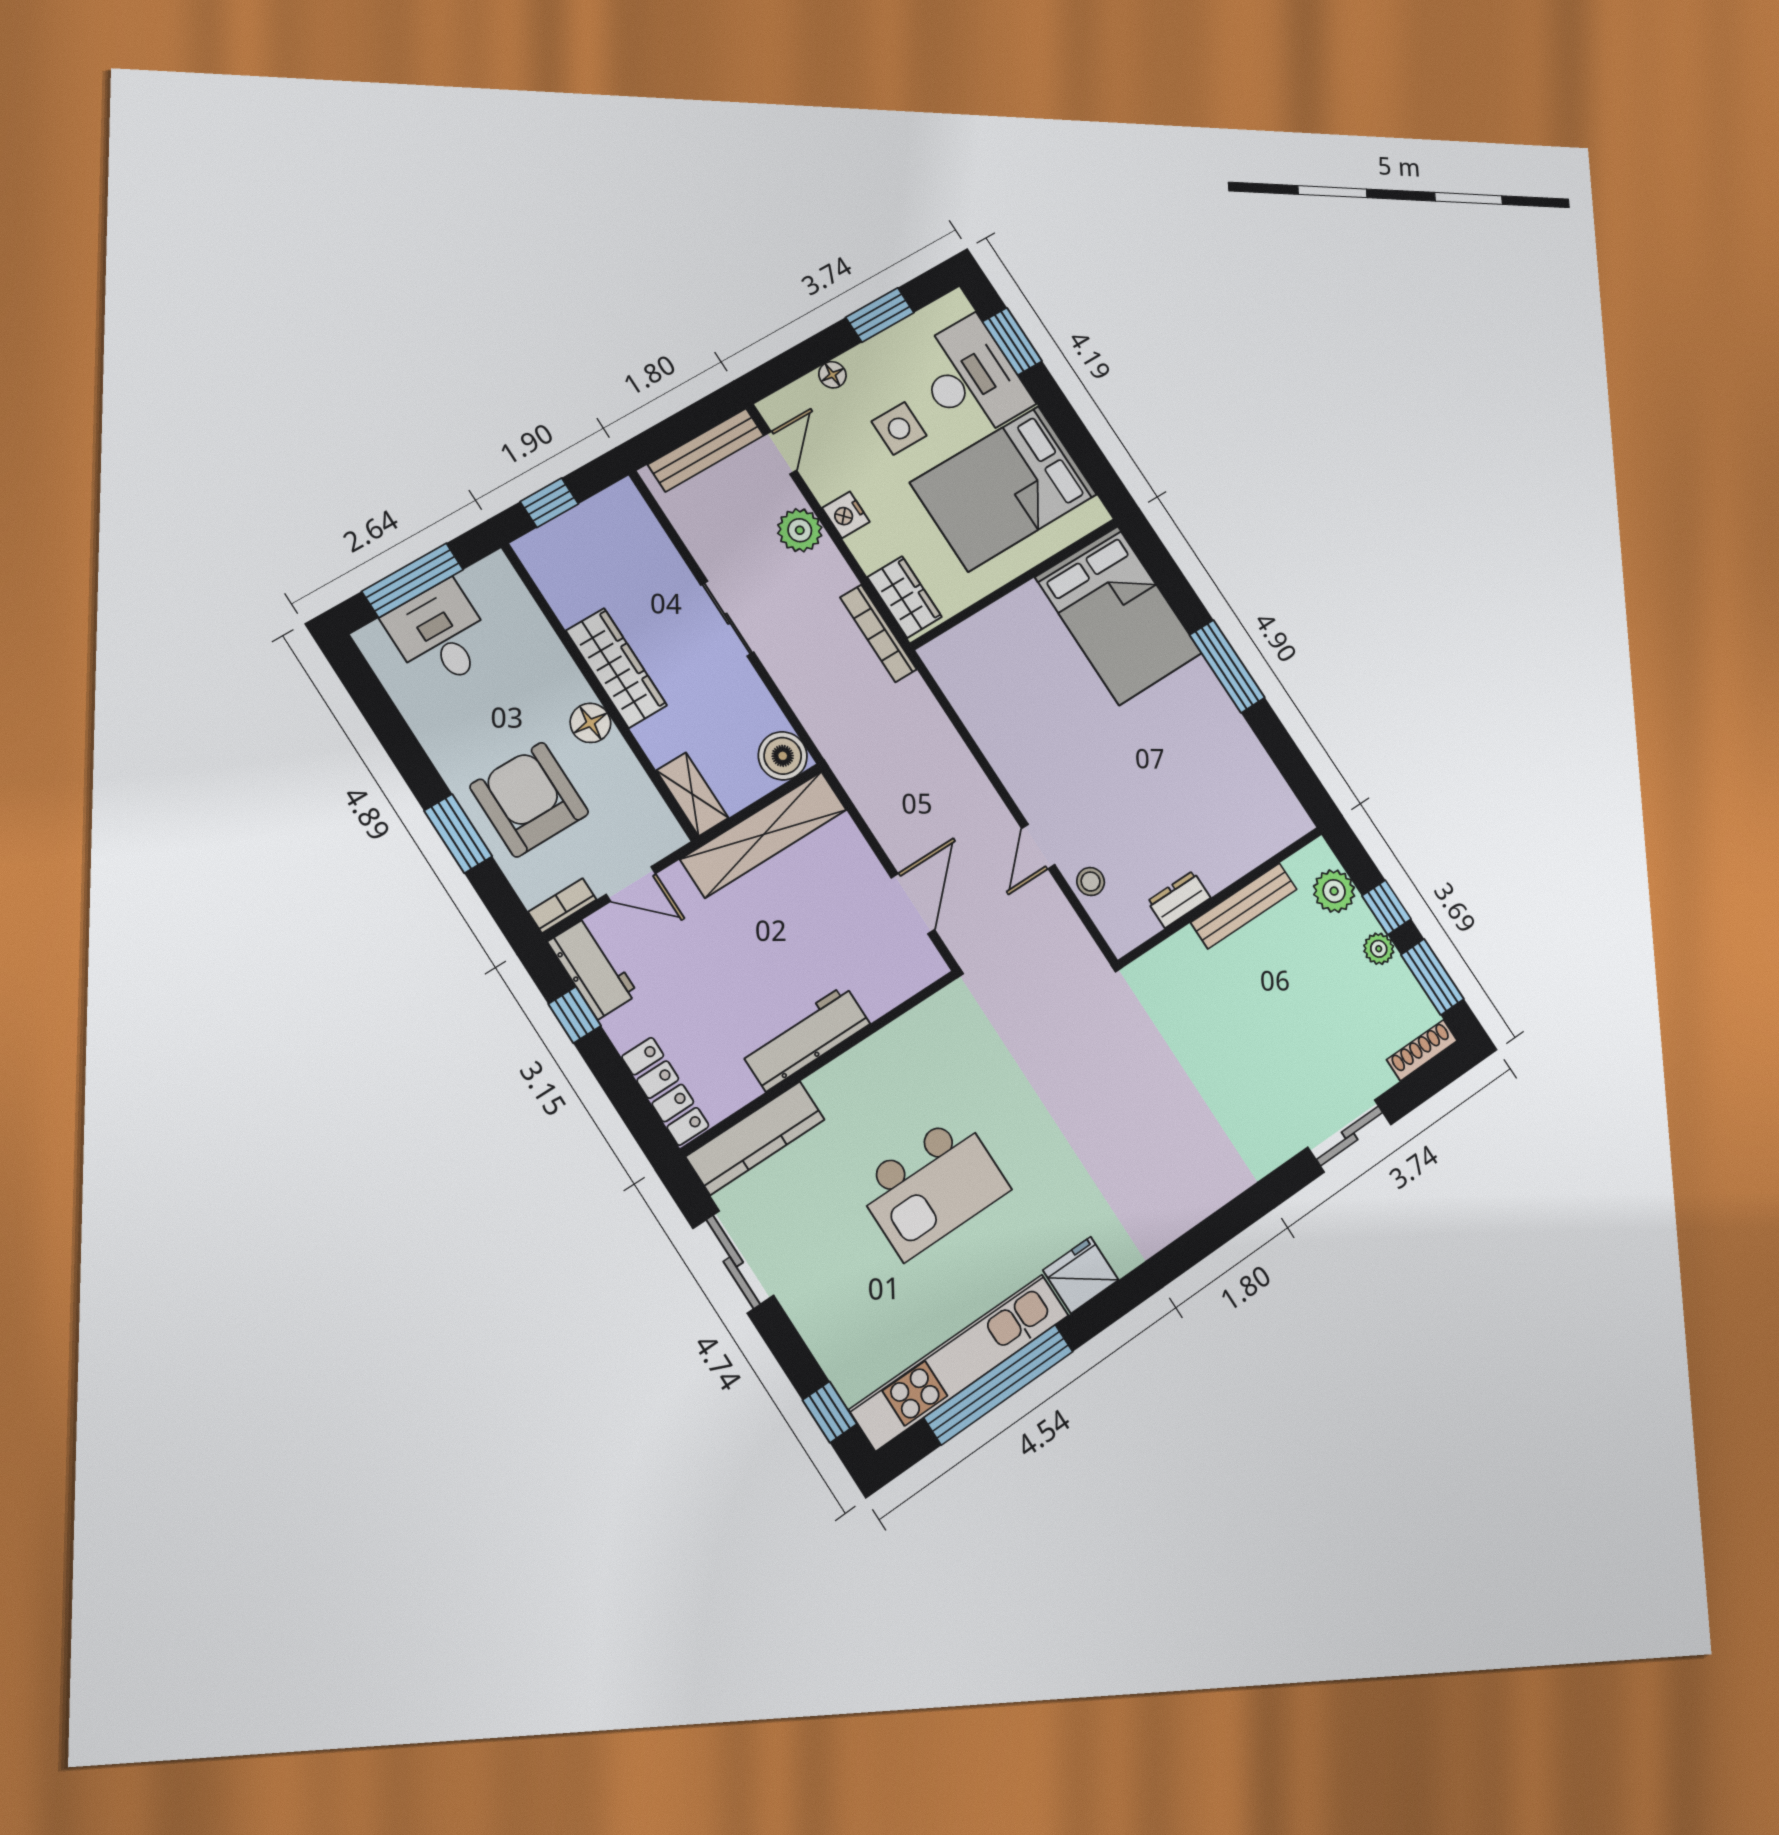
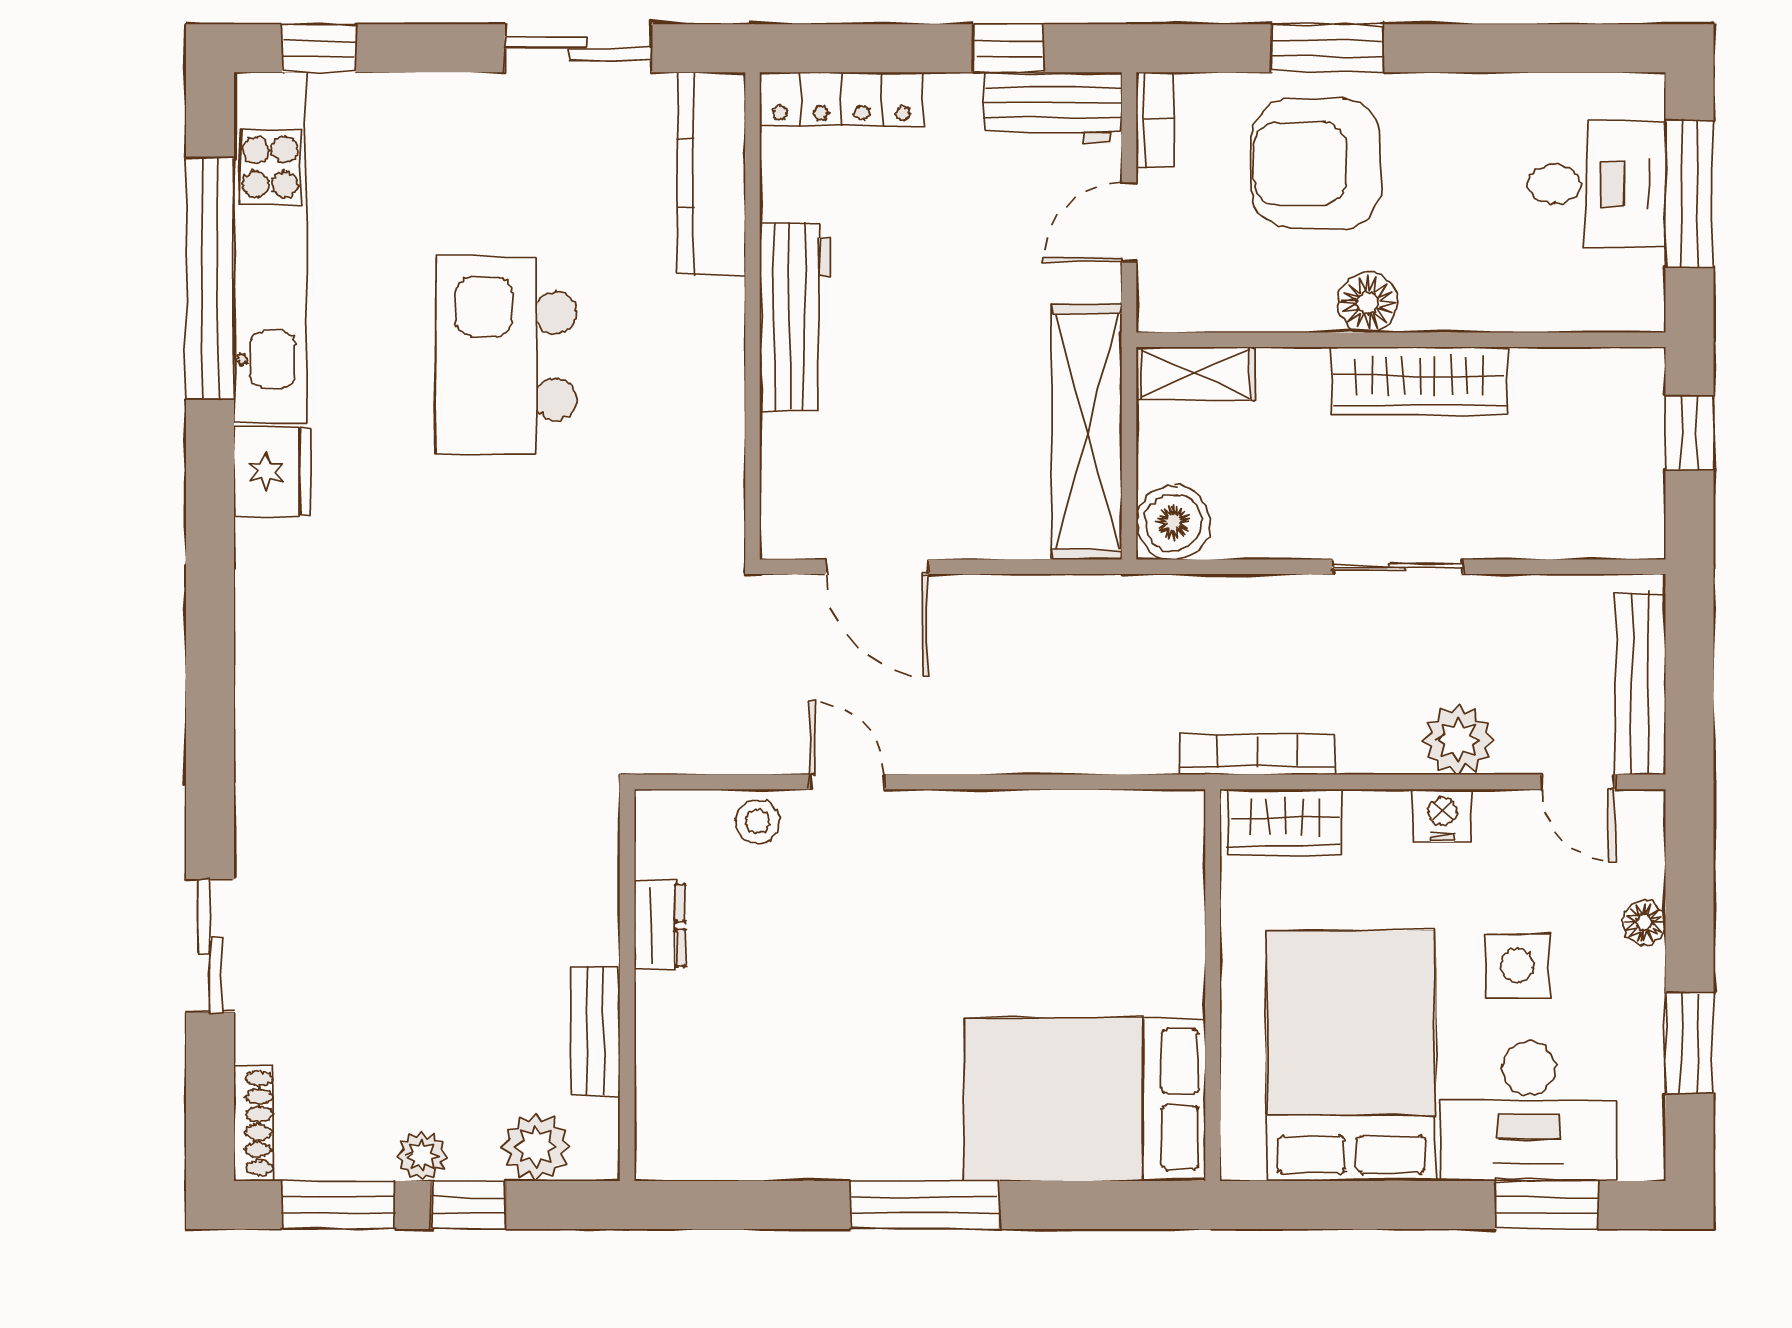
armchair: (529, 800) -> (1316, 163), turned 180
bench: (1244, 906) -> (595, 1032), width x0.73

